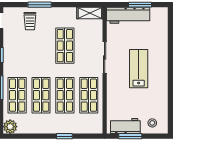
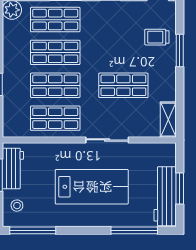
workbench: (128, 15) -> (165, 196), moved
window: (170, 38) -> (134, 230), added
lab bench: (139, 69) -> (92, 187), width x1.36, depth x1.39
window: (170, 111) -> (33, 230), added

